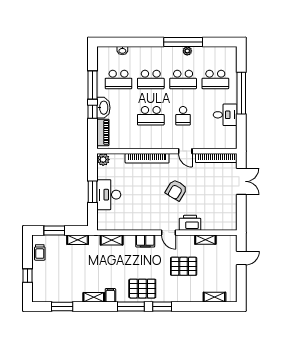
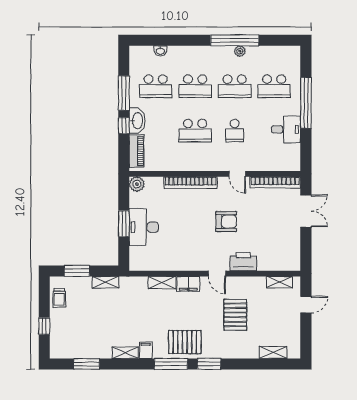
armchair: (176, 190) -> (226, 222), turned -121
shelving: (112, 240) -> (162, 283), moved
shelving: (205, 240) -> (279, 282), moved
pallet: (184, 266) -> (235, 315), turned 90

